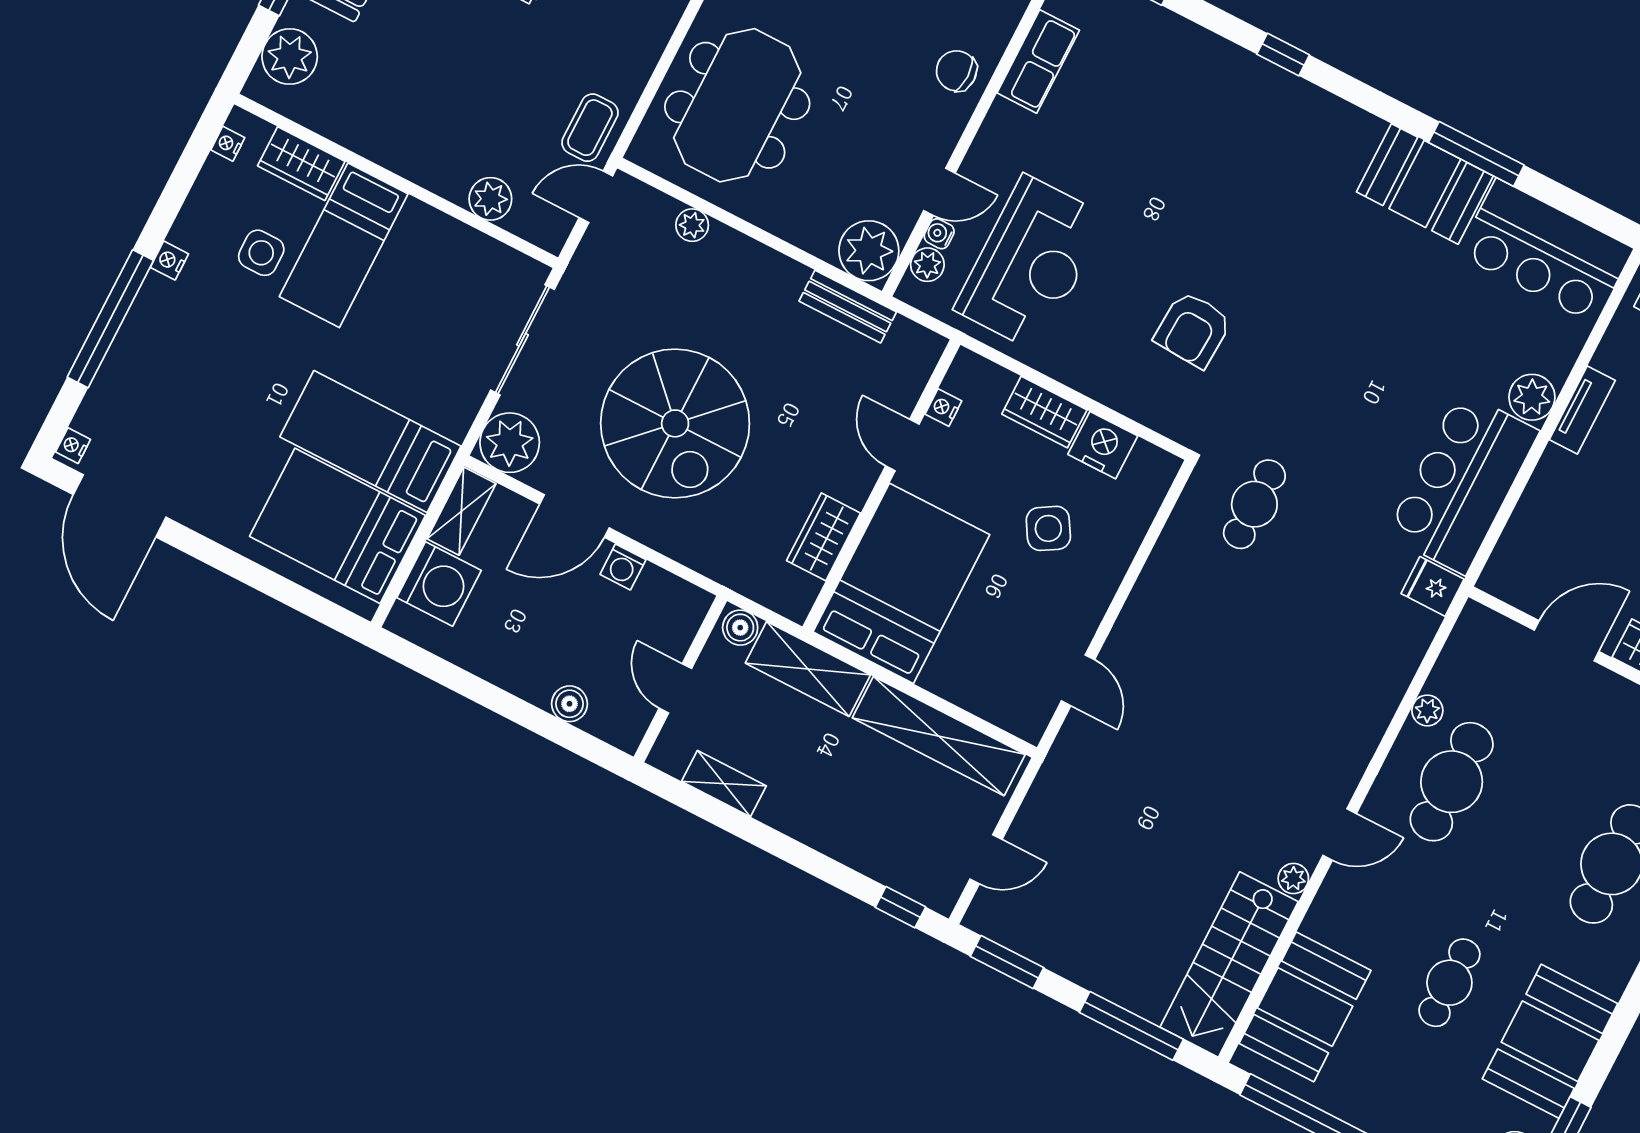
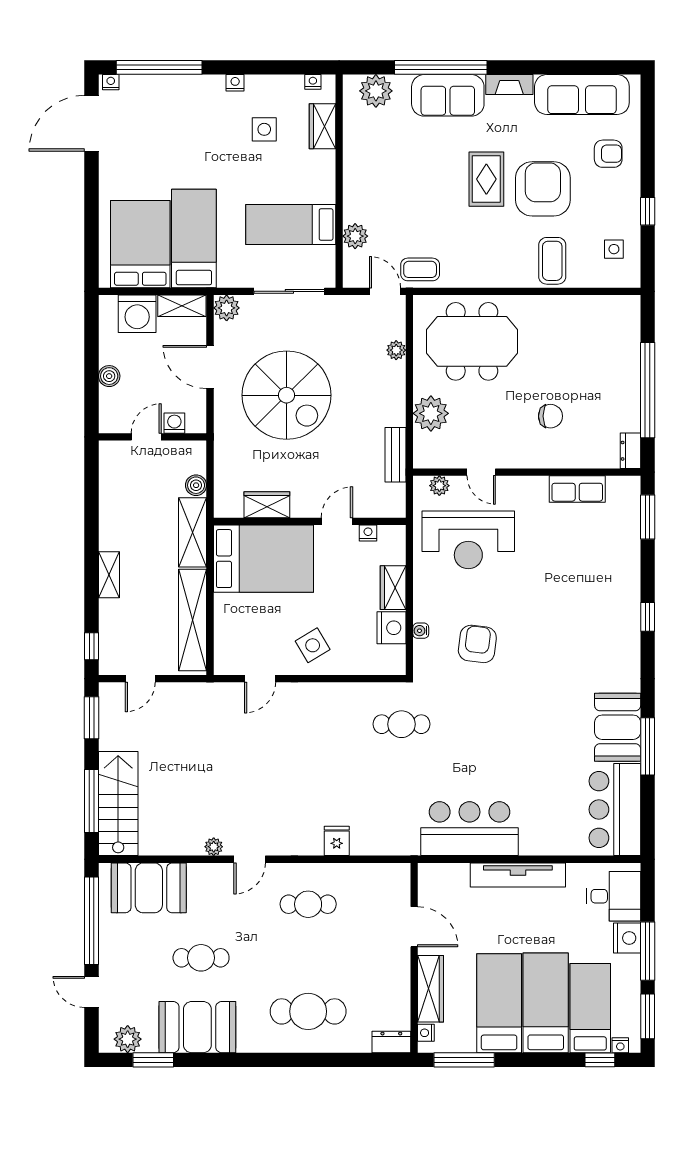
chair: (956, 71) -> (550, 416), moved, turned 90
water cooler: (939, 234) -> (421, 631), moved, turned -90
bed: (344, 245) -> (291, 225), moved
plant: (869, 251) -> (431, 413), moved
window: (110, 319) -> (159, 67), moved
armchair: (1193, 329) -> (477, 644), turned 94
plant: (1532, 397) -> (534, 842), removed
tv unit: (1582, 410) -> (518, 875), width x1.92, depth x1.29
spiral stairs: (675, 423) -> (286, 395), turned -90
plant: (510, 443) -> (227, 308), width x0.73, depth x0.73
side table: (1048, 528) -> (313, 645), moved
washing machine: (623, 567) -> (174, 423), moved, turned 90
fridge: (1433, 586) -> (337, 841), moved
wall: (680, 679) -> (153, 437), moved
door: (675, 688) -> (146, 437), moved
boiler: (569, 704) -> (109, 376), moved
plant: (1427, 710) -> (339, 872), removed
cafe table: (1452, 782) -> (308, 904), width x0.73, depth x0.74
shelving: (724, 784) -> (109, 575), moved
door: (1340, 834) -> (250, 859), hinge flipped
door: (986, 859) -> (140, 679), hinge flipped
stairs: (1229, 964) -> (118, 804), moved, turned 90

